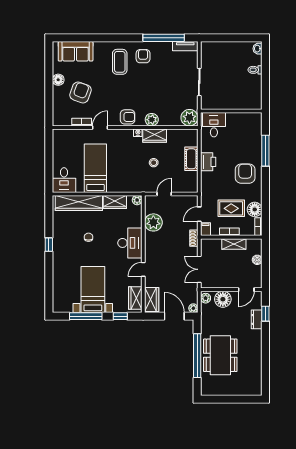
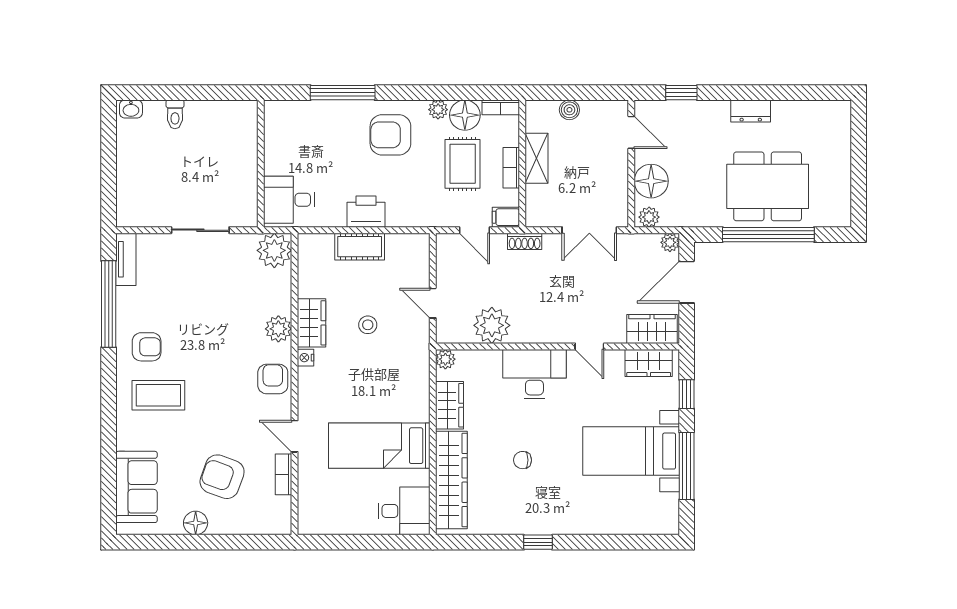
armchair: (143, 56) -> (147, 347), turned 180
plant: (257, 197) -> (438, 110), added
dresser: (257, 319) -> (751, 111), moved

